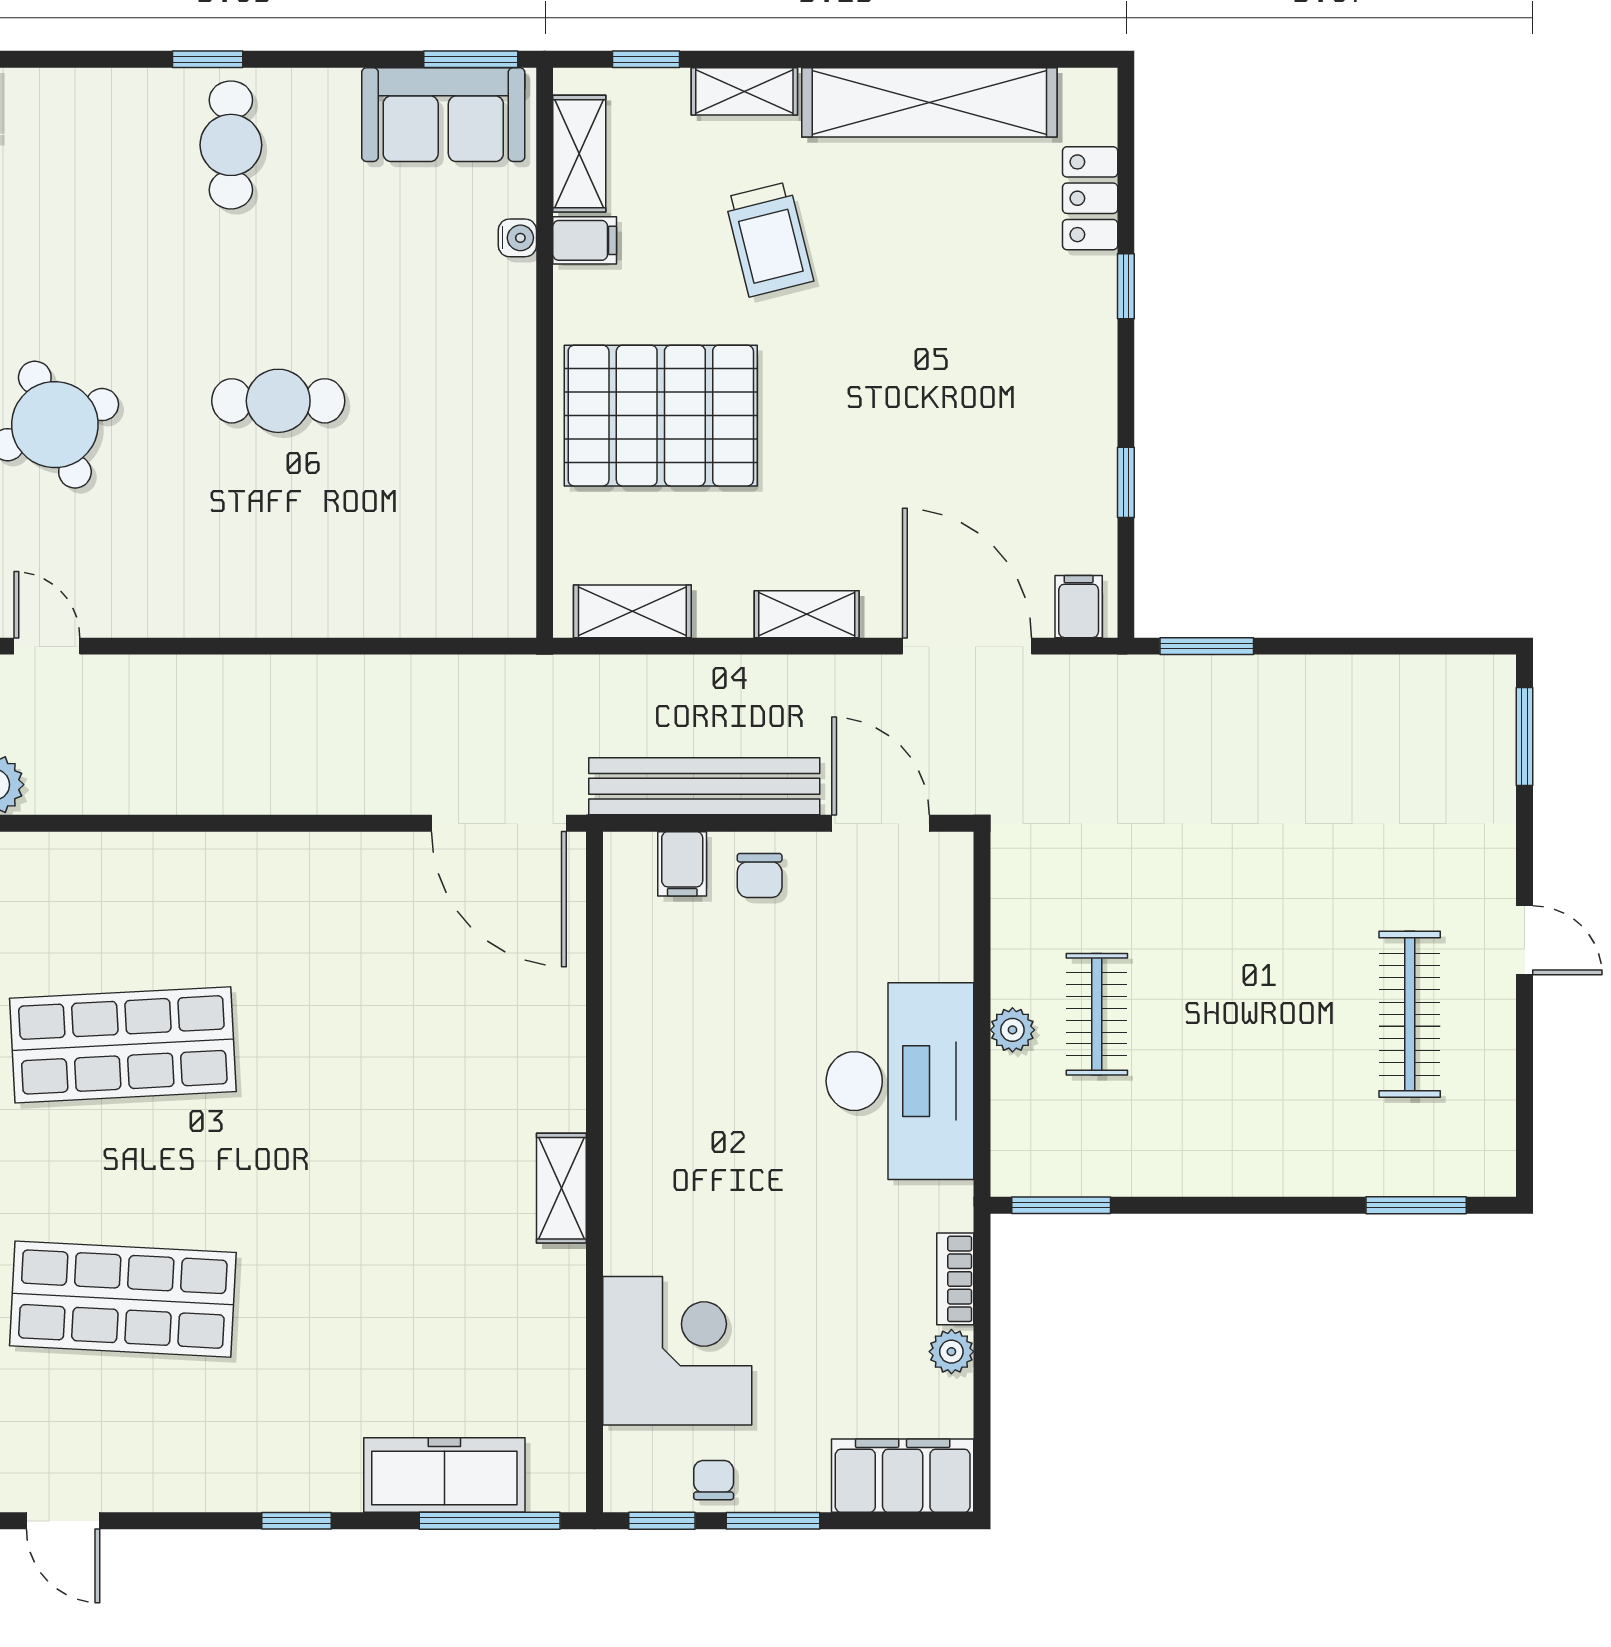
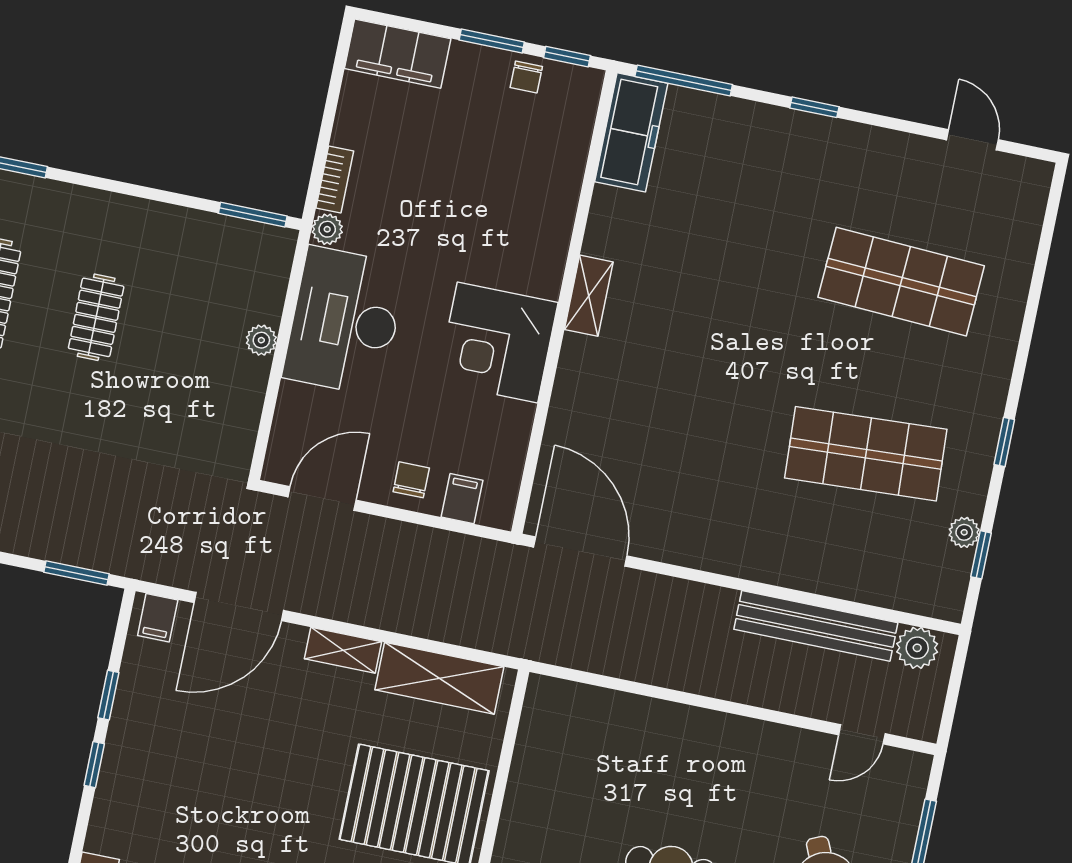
window: (1126, 286) -> (94, 765), moved
shelving: (632, 611) -> (439, 678), width x1.50, depth x1.33
door: (47, 646) -> (862, 734), hinge flipped
door: (967, 646) -> (239, 606), hinge flipped
bench: (704, 786) -> (816, 626), moved
door: (880, 823) -> (322, 498), swing flipped
clothes rail: (1097, 1014) -> (96, 317), moved
corner desk: (677, 1351) -> (497, 342), moved
plant: (951, 1352) -> (327, 229), moved
freezer: (444, 1475) -> (631, 132), moved, turned -90

